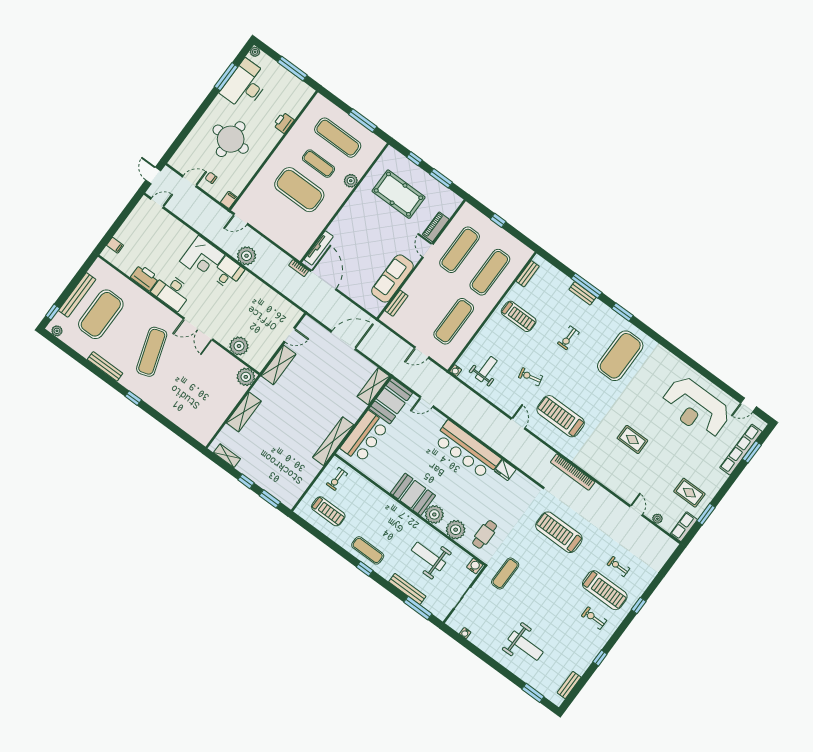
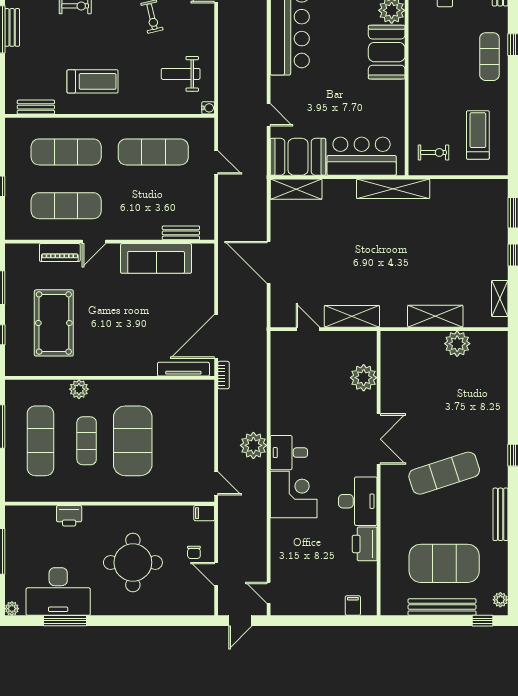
treadmill: (519, 316) -> (93, 81), turned 90
plant: (246, 377) -> (457, 344), moved

